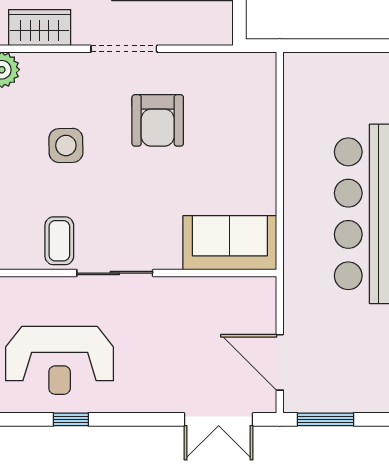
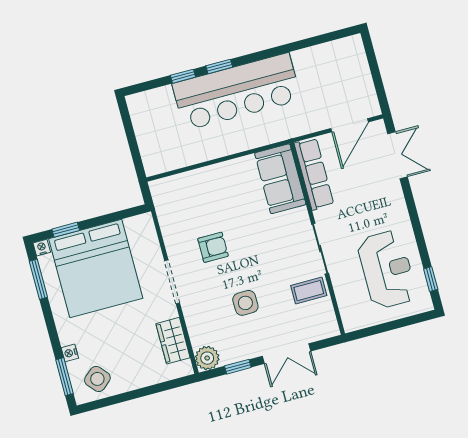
armchair: (158, 120) -> (213, 247), width x0.72, depth x0.72
row of seats: (224, 293) -> (314, 174), added
window: (71, 419) -> (431, 279), moved
window: (325, 419) -> (379, 85), removed

